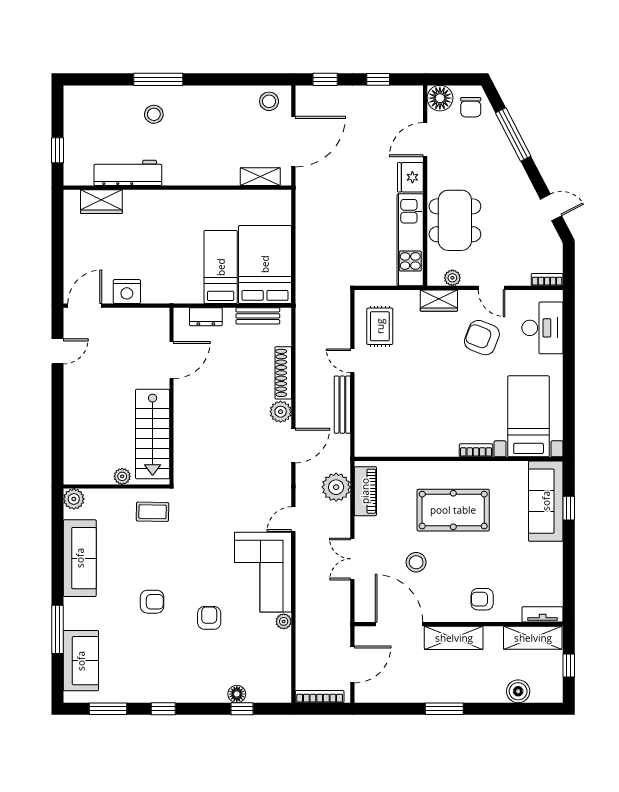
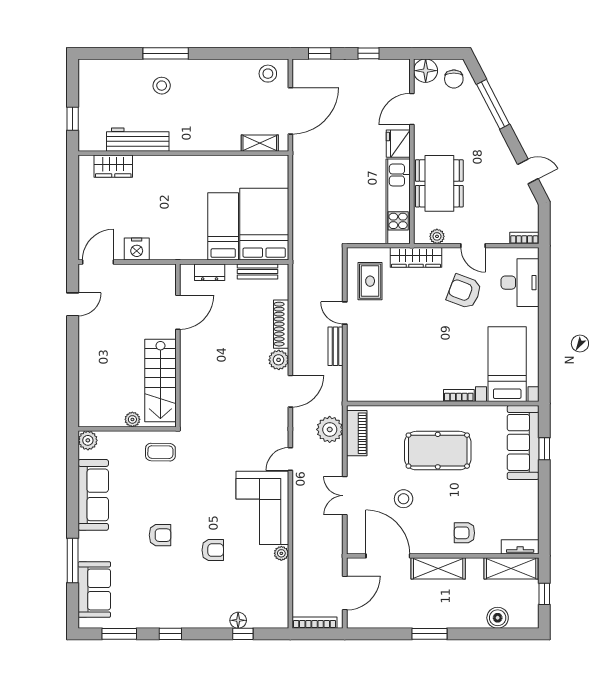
wardrobe: (439, 301) -> (416, 257), width x1.50
bench: (342, 405) -> (336, 346), width x0.73
armchair: (209, 618) -> (213, 550), turned 90

